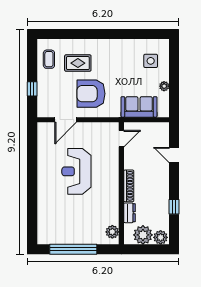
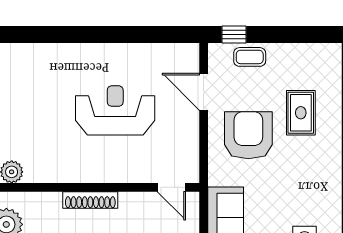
coffee table: (49, 59) -> (250, 57), moved
window: (32, 89) -> (234, 34), moved
dresser: (129, 213) -> (44, 201), removed

